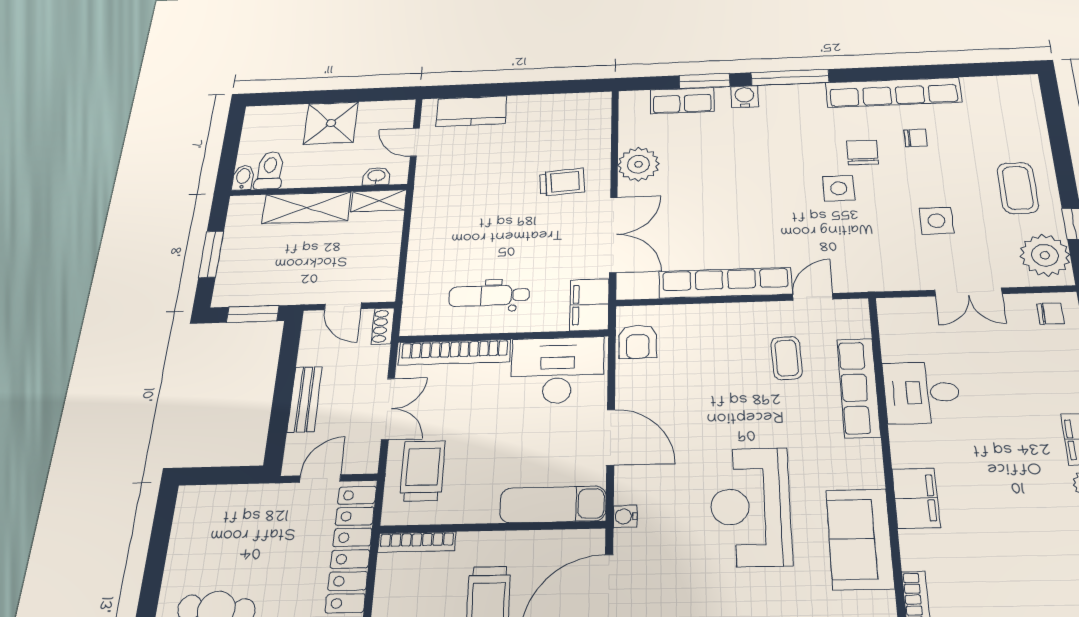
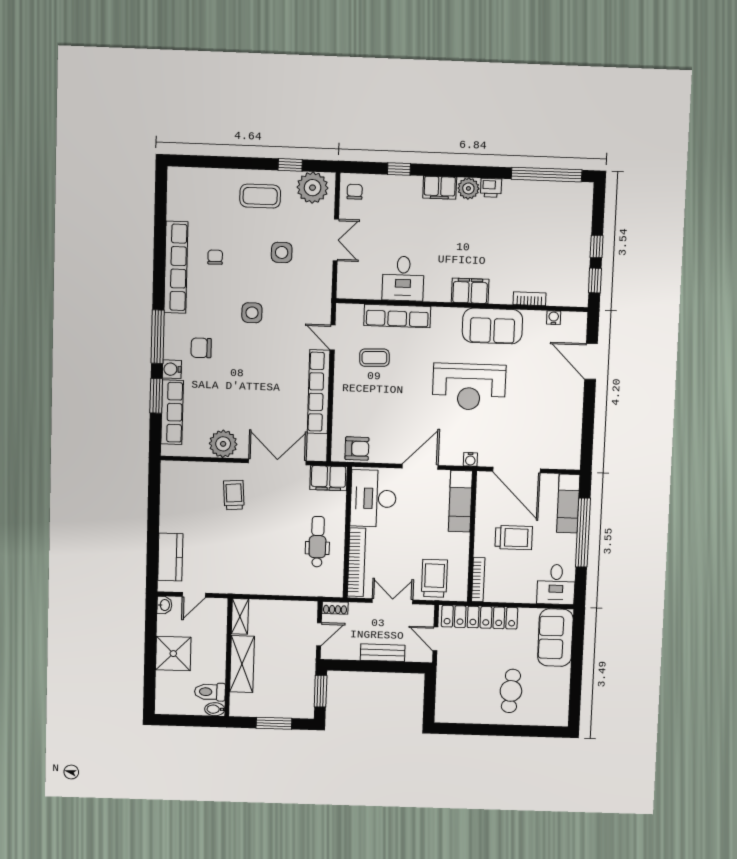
row of seats: (682, 101) -> (172, 412), width x1.48
chair: (862, 153) -> (201, 348), moved
washbasin: (376, 176) -> (164, 605), moved, turned 180
dental chair: (489, 296) -> (318, 542), turned 180
trolley: (423, 471) -> (434, 578), turned 90

